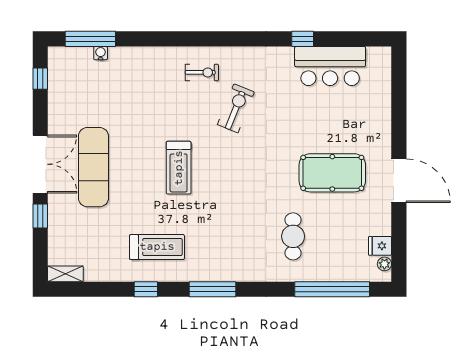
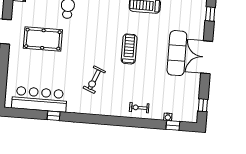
window: (90, 39) -> (173, 125), width x0.46
bar counter: (330, 66) -> (39, 99), width x1.36
exercise bike: (202, 72) -> (139, 108), moved
window: (40, 216) -> (210, 14), moved

